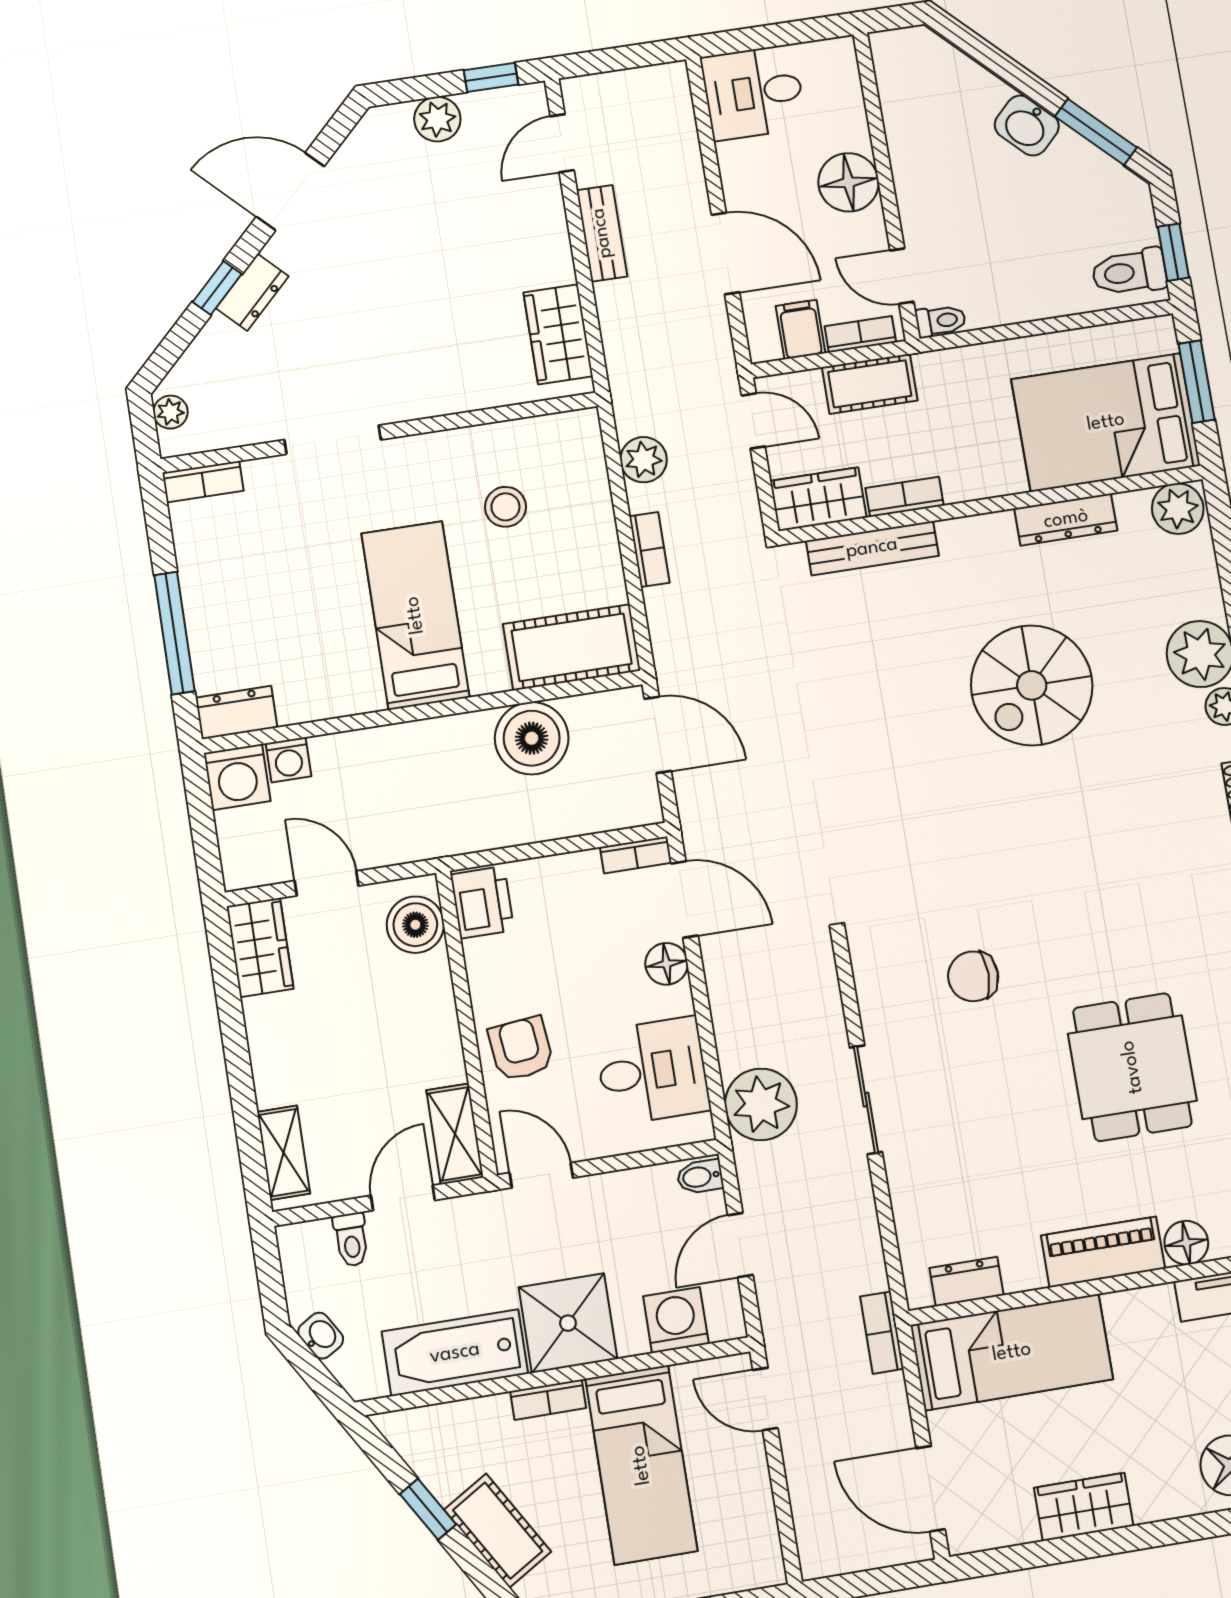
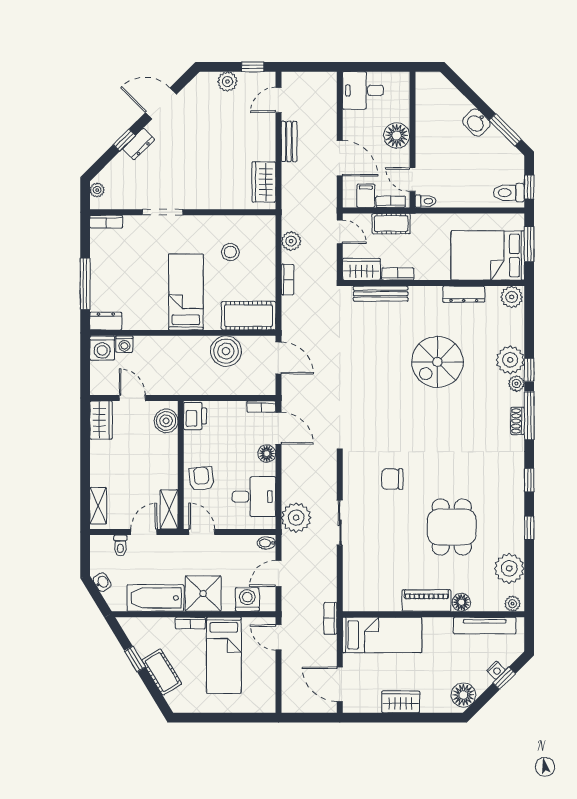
dresser: (967, 1282) -> (368, 603), removed

